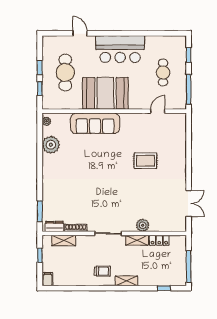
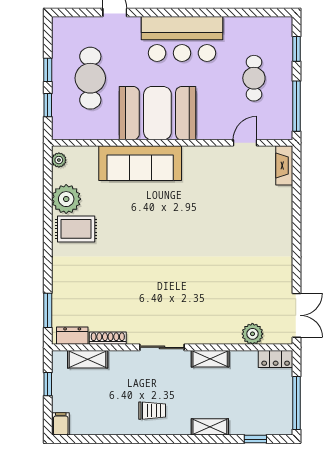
fireplace: (181, 125) -> (284, 165), added
rug: (145, 161) -> (76, 229), moved
double door: (189, 204) -> (297, 315), moved
plant: (143, 225) -> (252, 334), moved
locker: (159, 240) -> (276, 359), moved
shelving: (126, 281) -> (210, 427), moved

